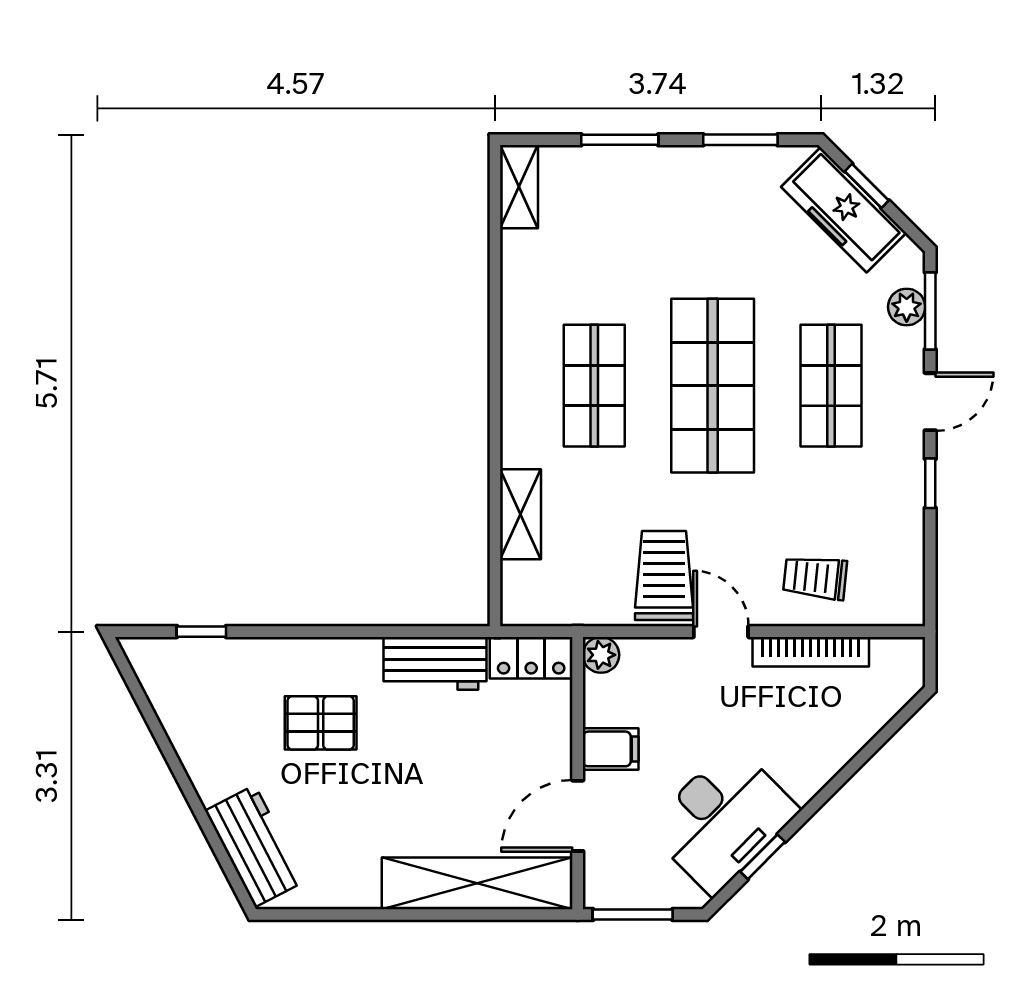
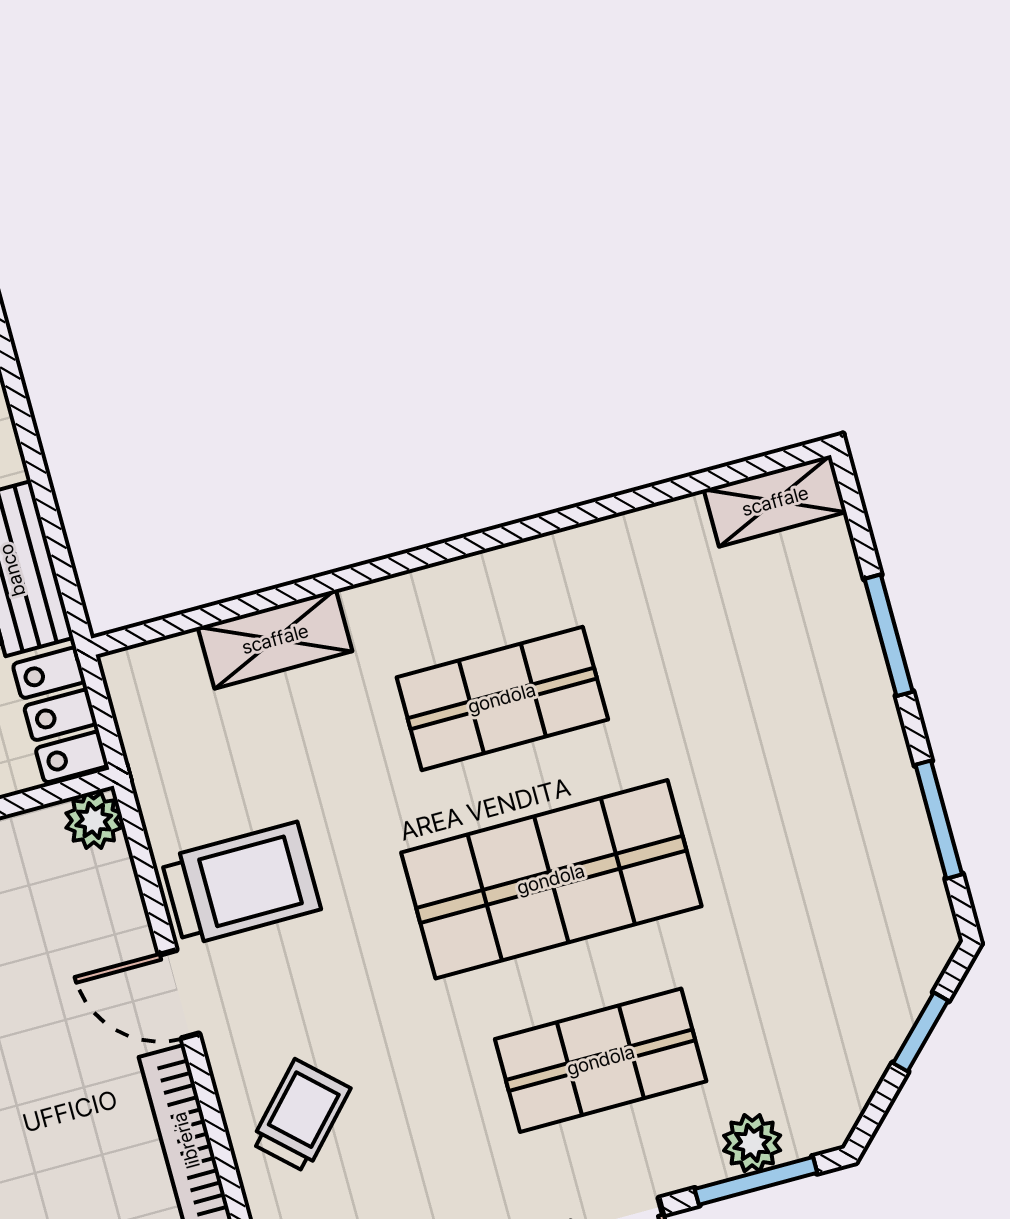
freezer: (844, 210) -> (874, 1006), removed
trolley: (815, 578) -> (301, 1116), turned 37
door: (721, 632) -> (179, 994), swing flipped

